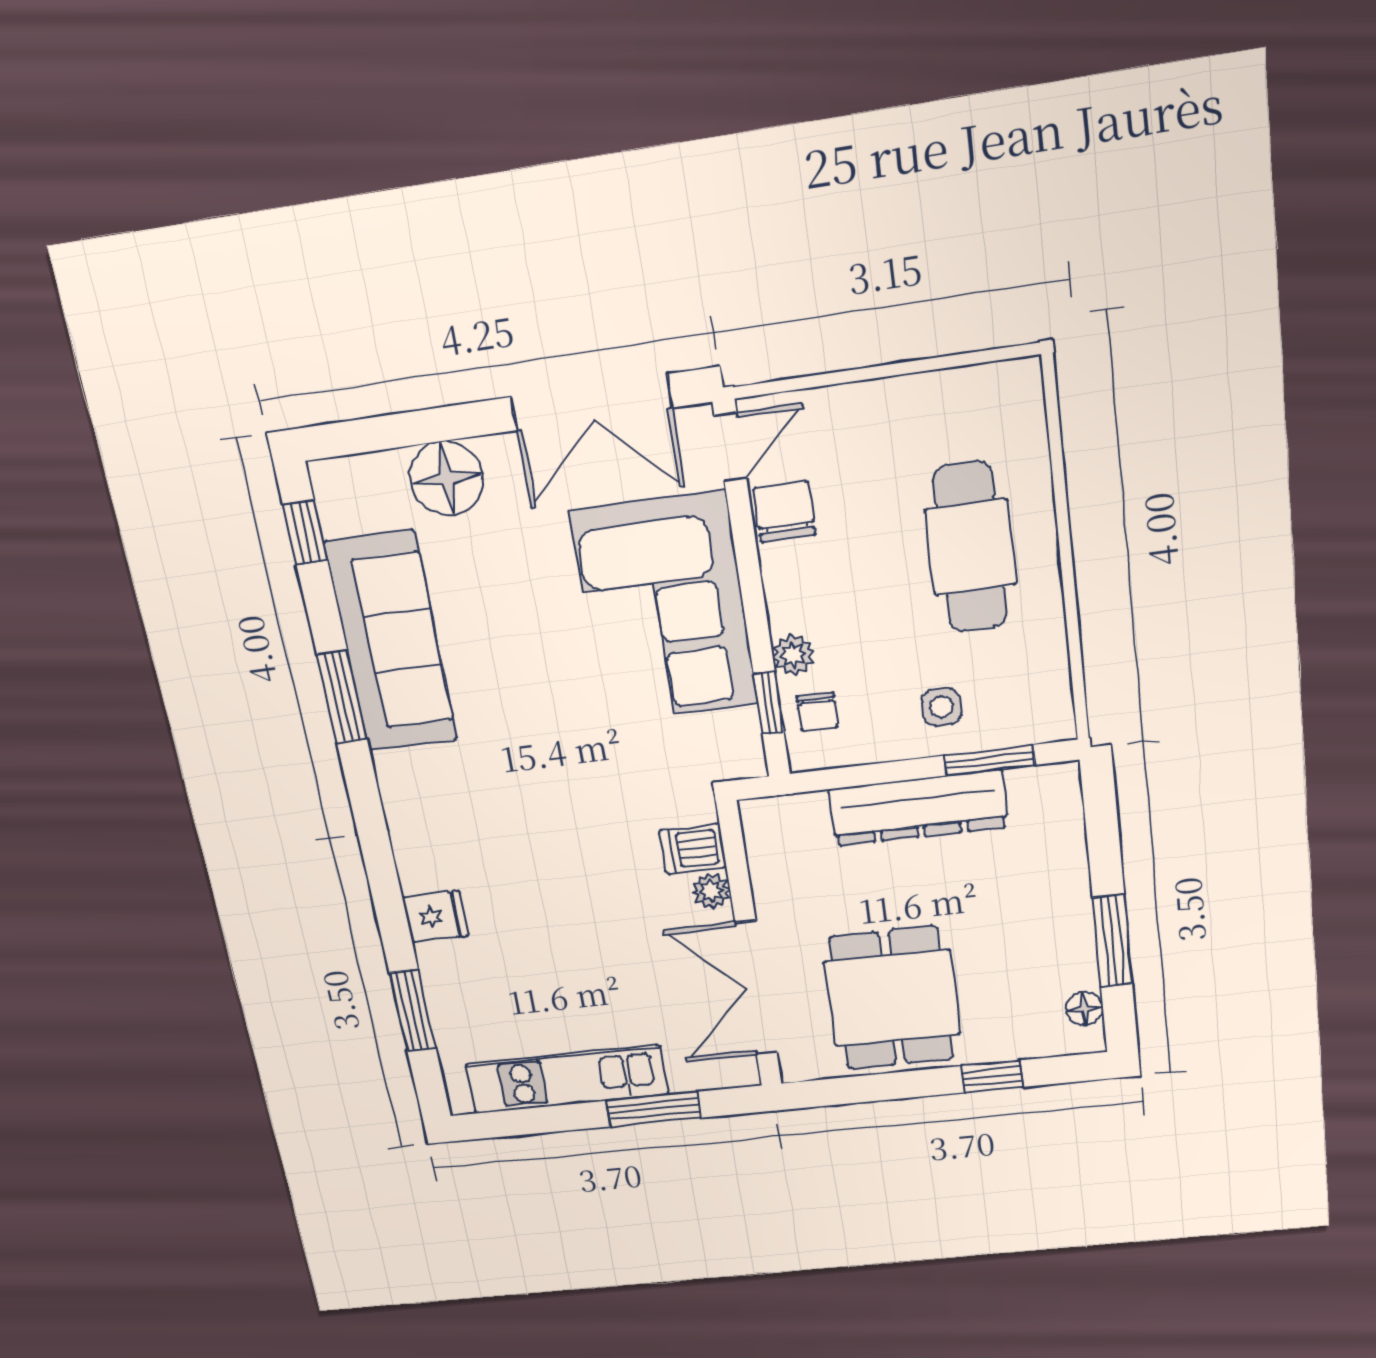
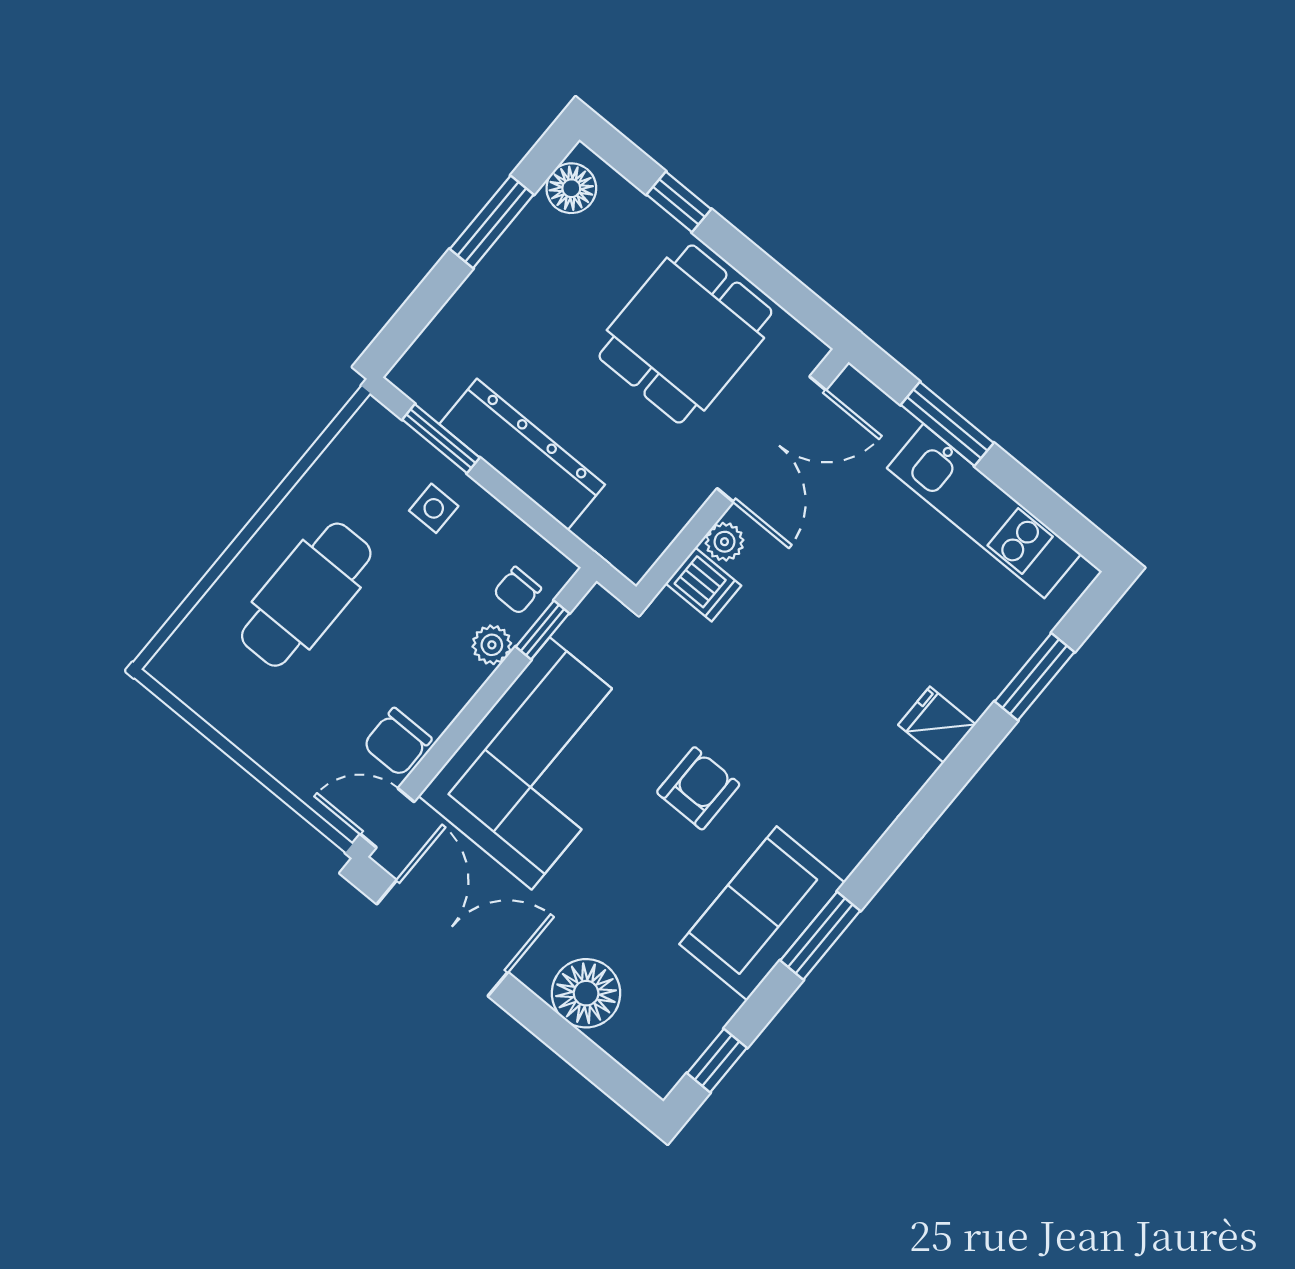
sofa: (391, 642) -> (762, 913), width x0.73
armchair: (538, 709) -> (698, 788), added
chair: (817, 712) -> (517, 591), turned 180
floor lamp: (1085, 1009) -> (571, 188), width x1.37, depth x1.37

